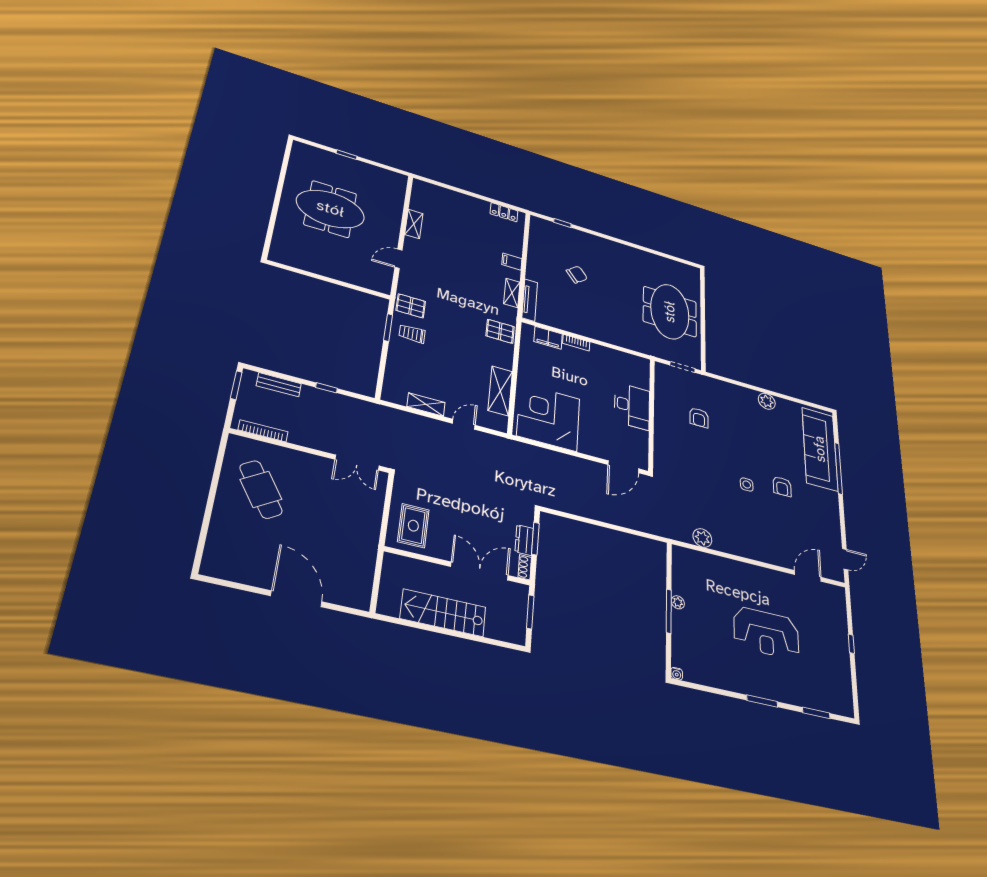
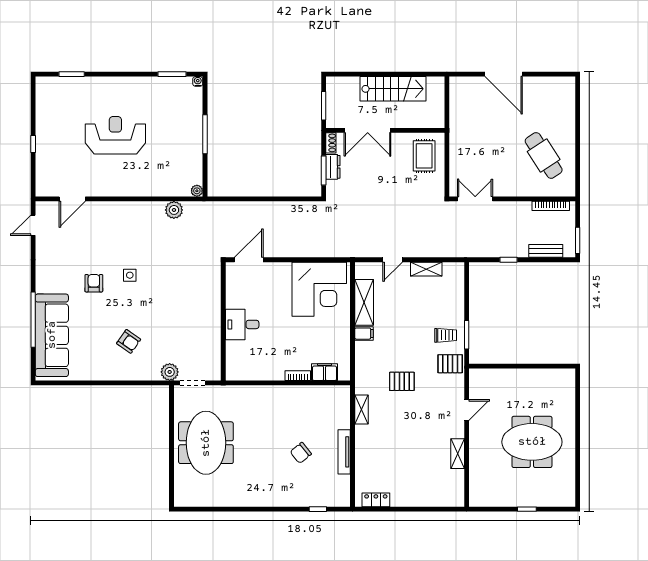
filing cabinet: (512, 262) -> (364, 334), moved
tv unit: (530, 300) -> (344, 452), moved
pallet: (500, 331) -> (402, 381), moved
plant: (767, 401) -> (170, 372), moved
desk: (632, 406) -> (242, 324), width x0.73
armchair: (699, 418) -> (129, 341), moved, turned 125
plant: (678, 602) -> (197, 191), moved
window: (762, 701) -> (172, 74), moved

